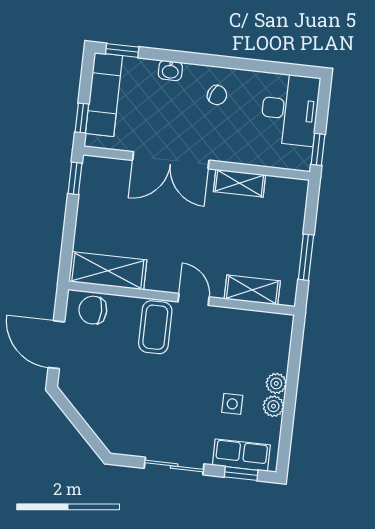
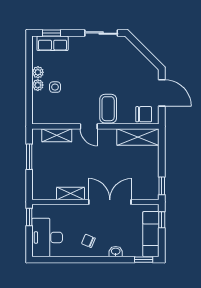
side table: (232, 404) -> (55, 87), moved
sliding door: (174, 466) -> (101, 33), moved

